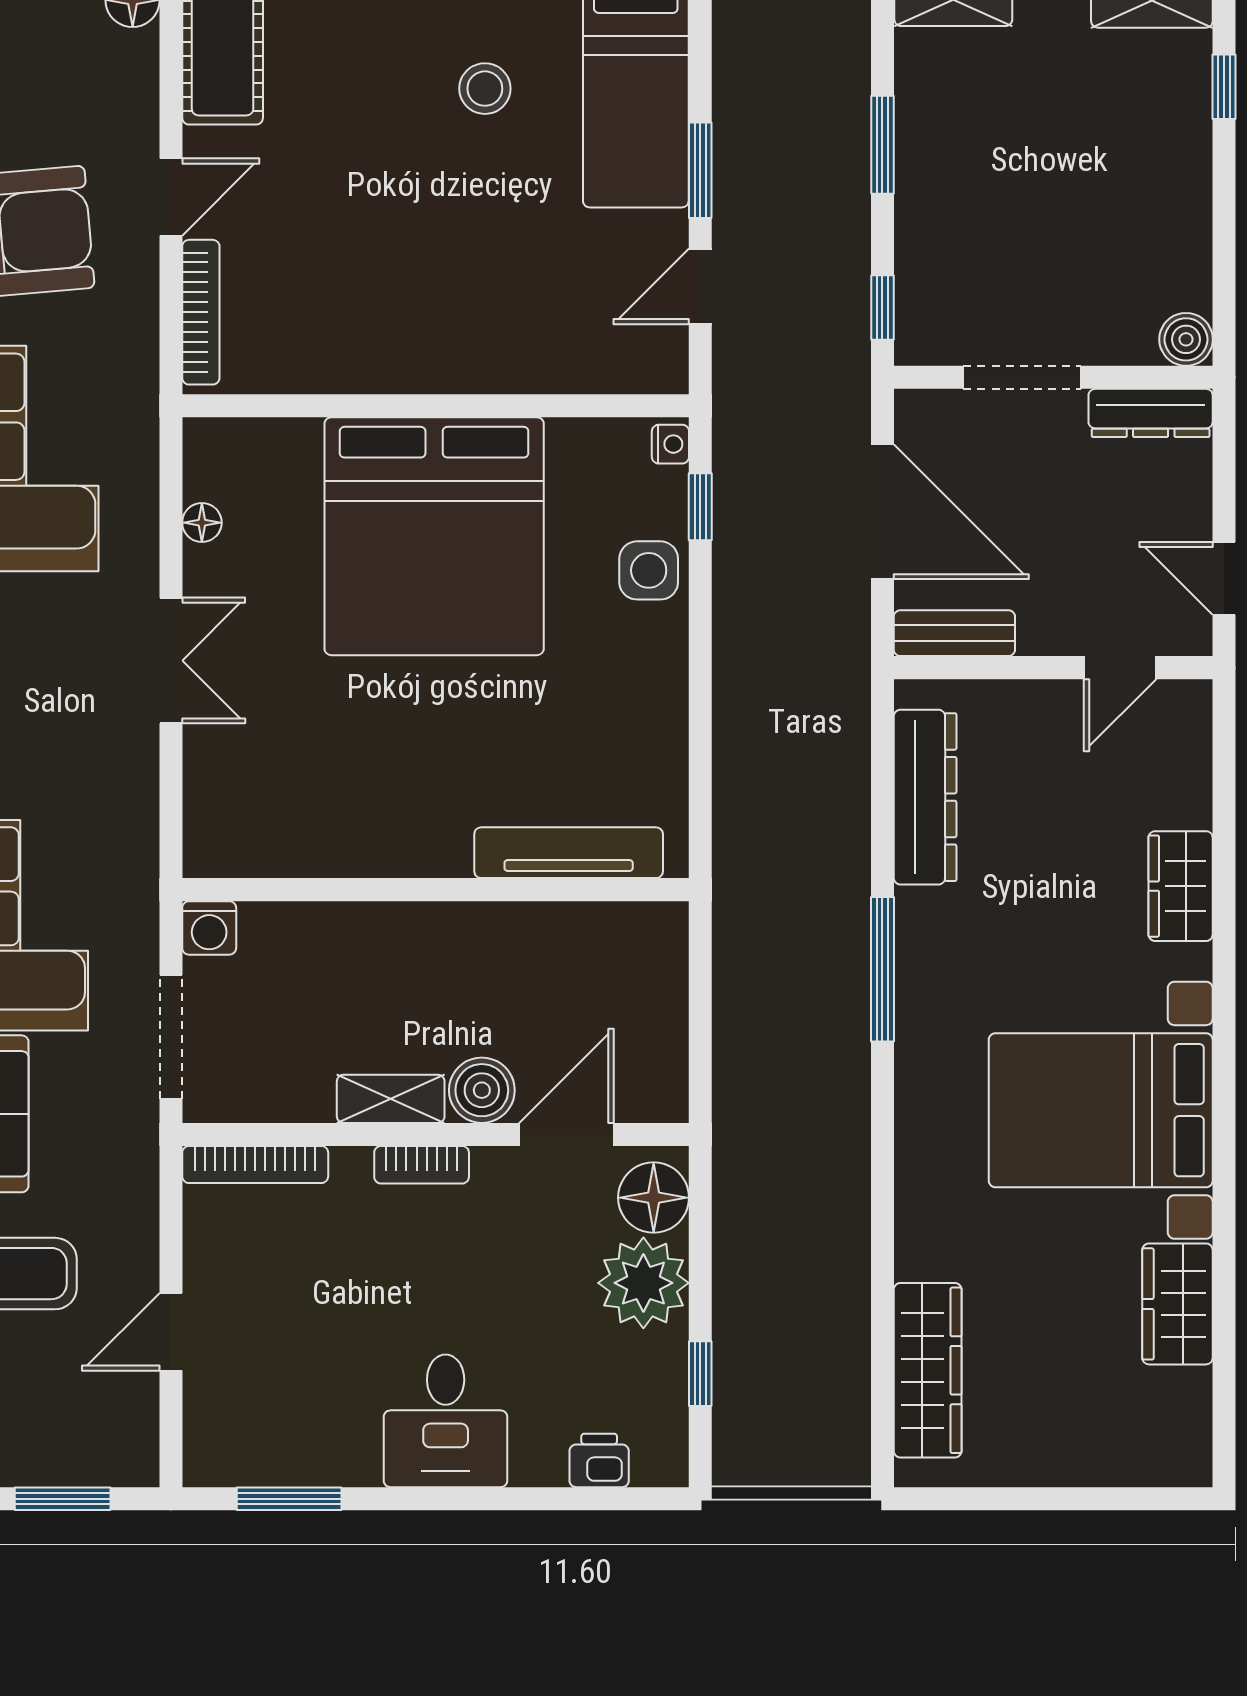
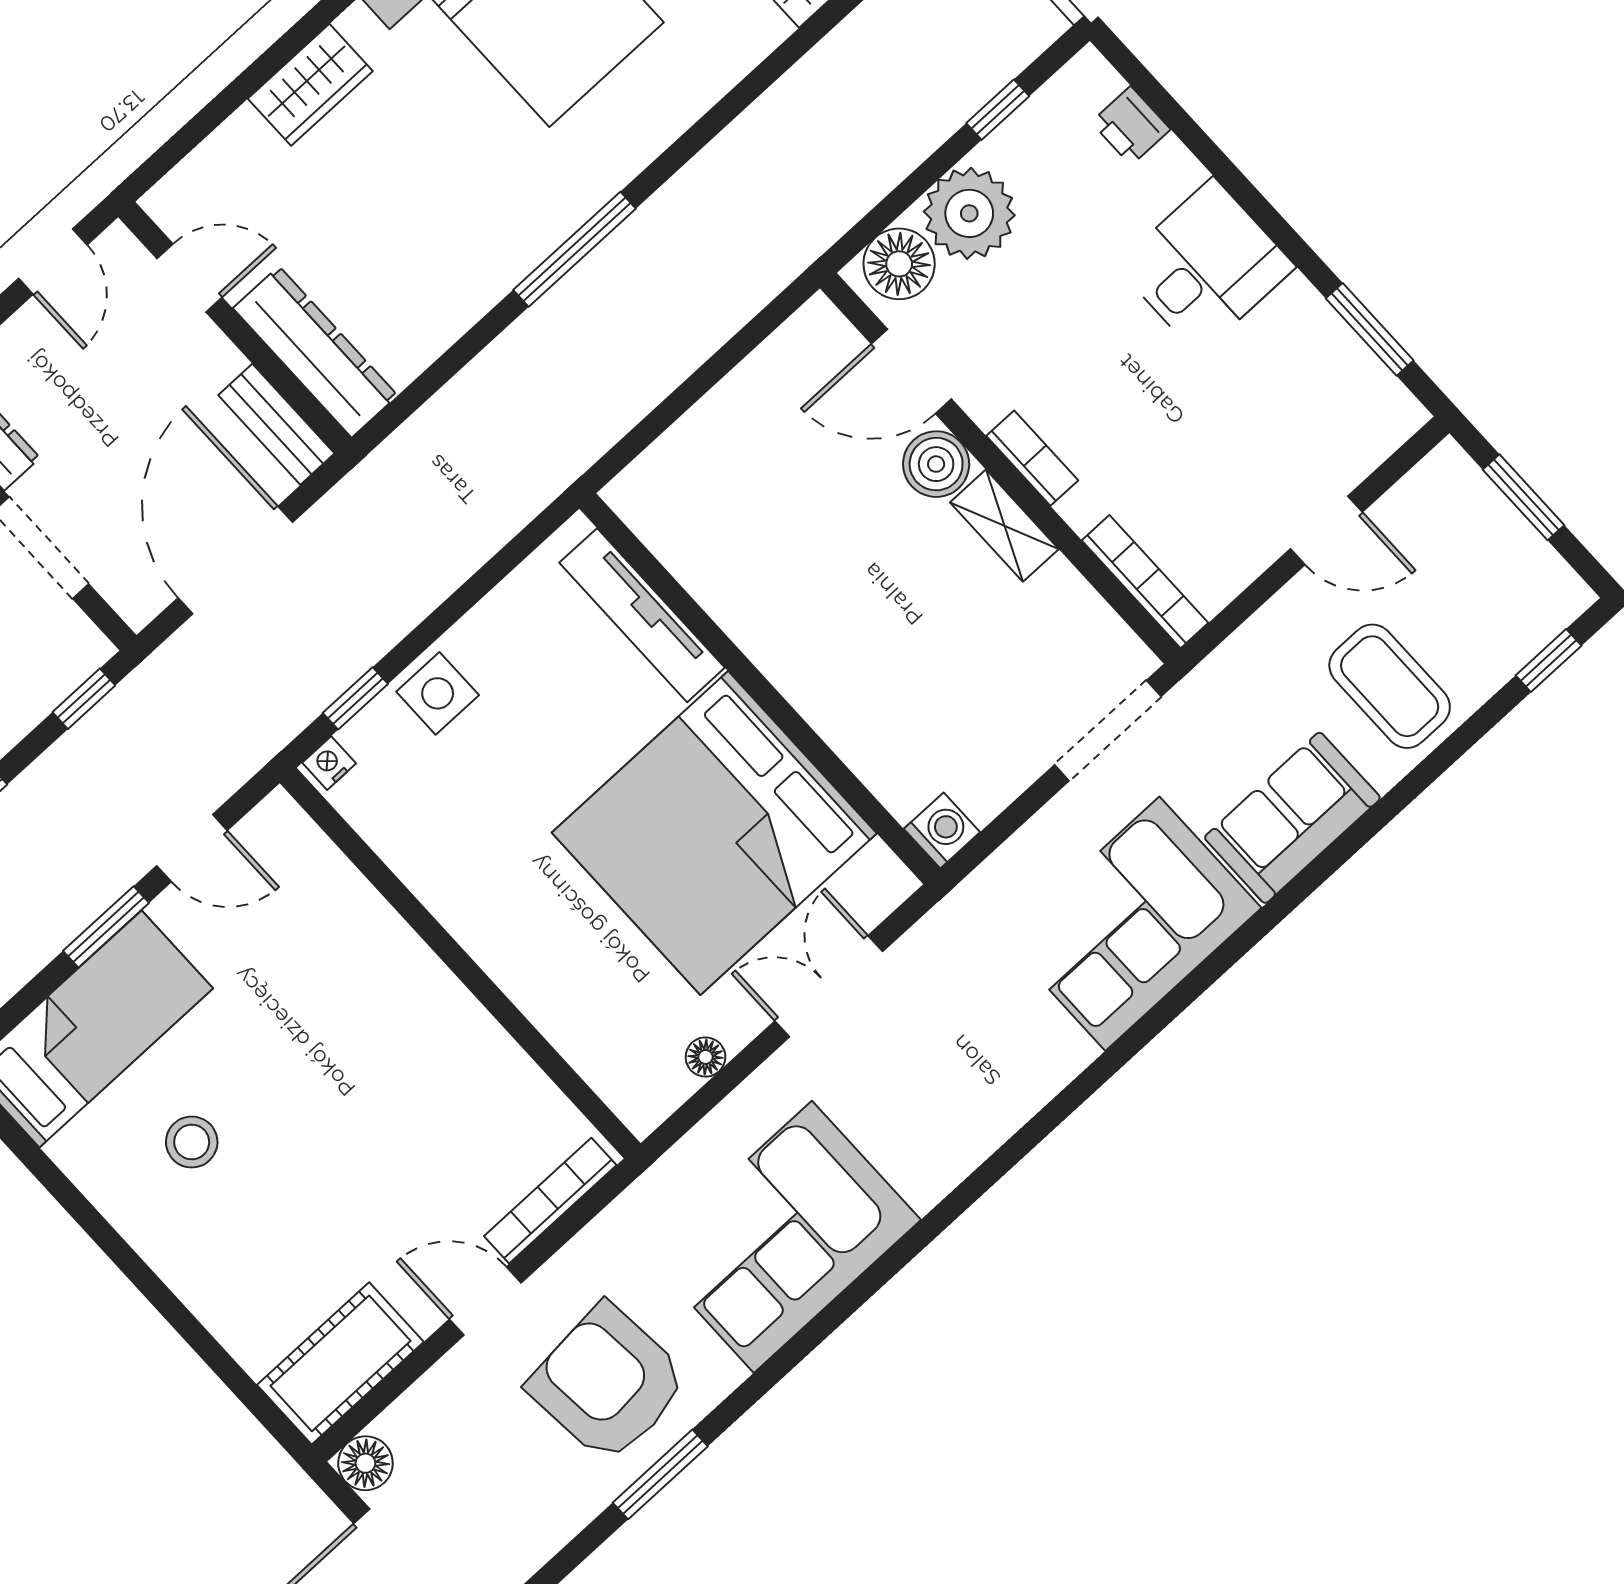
bed: (434, 536) -> (714, 833), moved, turned 180
dresser: (925, 797) -> (315, 352), moved, turned 90
tv unit: (569, 853) -> (642, 615), moved
wall: (436, 890) -> (760, 689), moved
washing machine: (209, 928) -> (942, 830), moved

